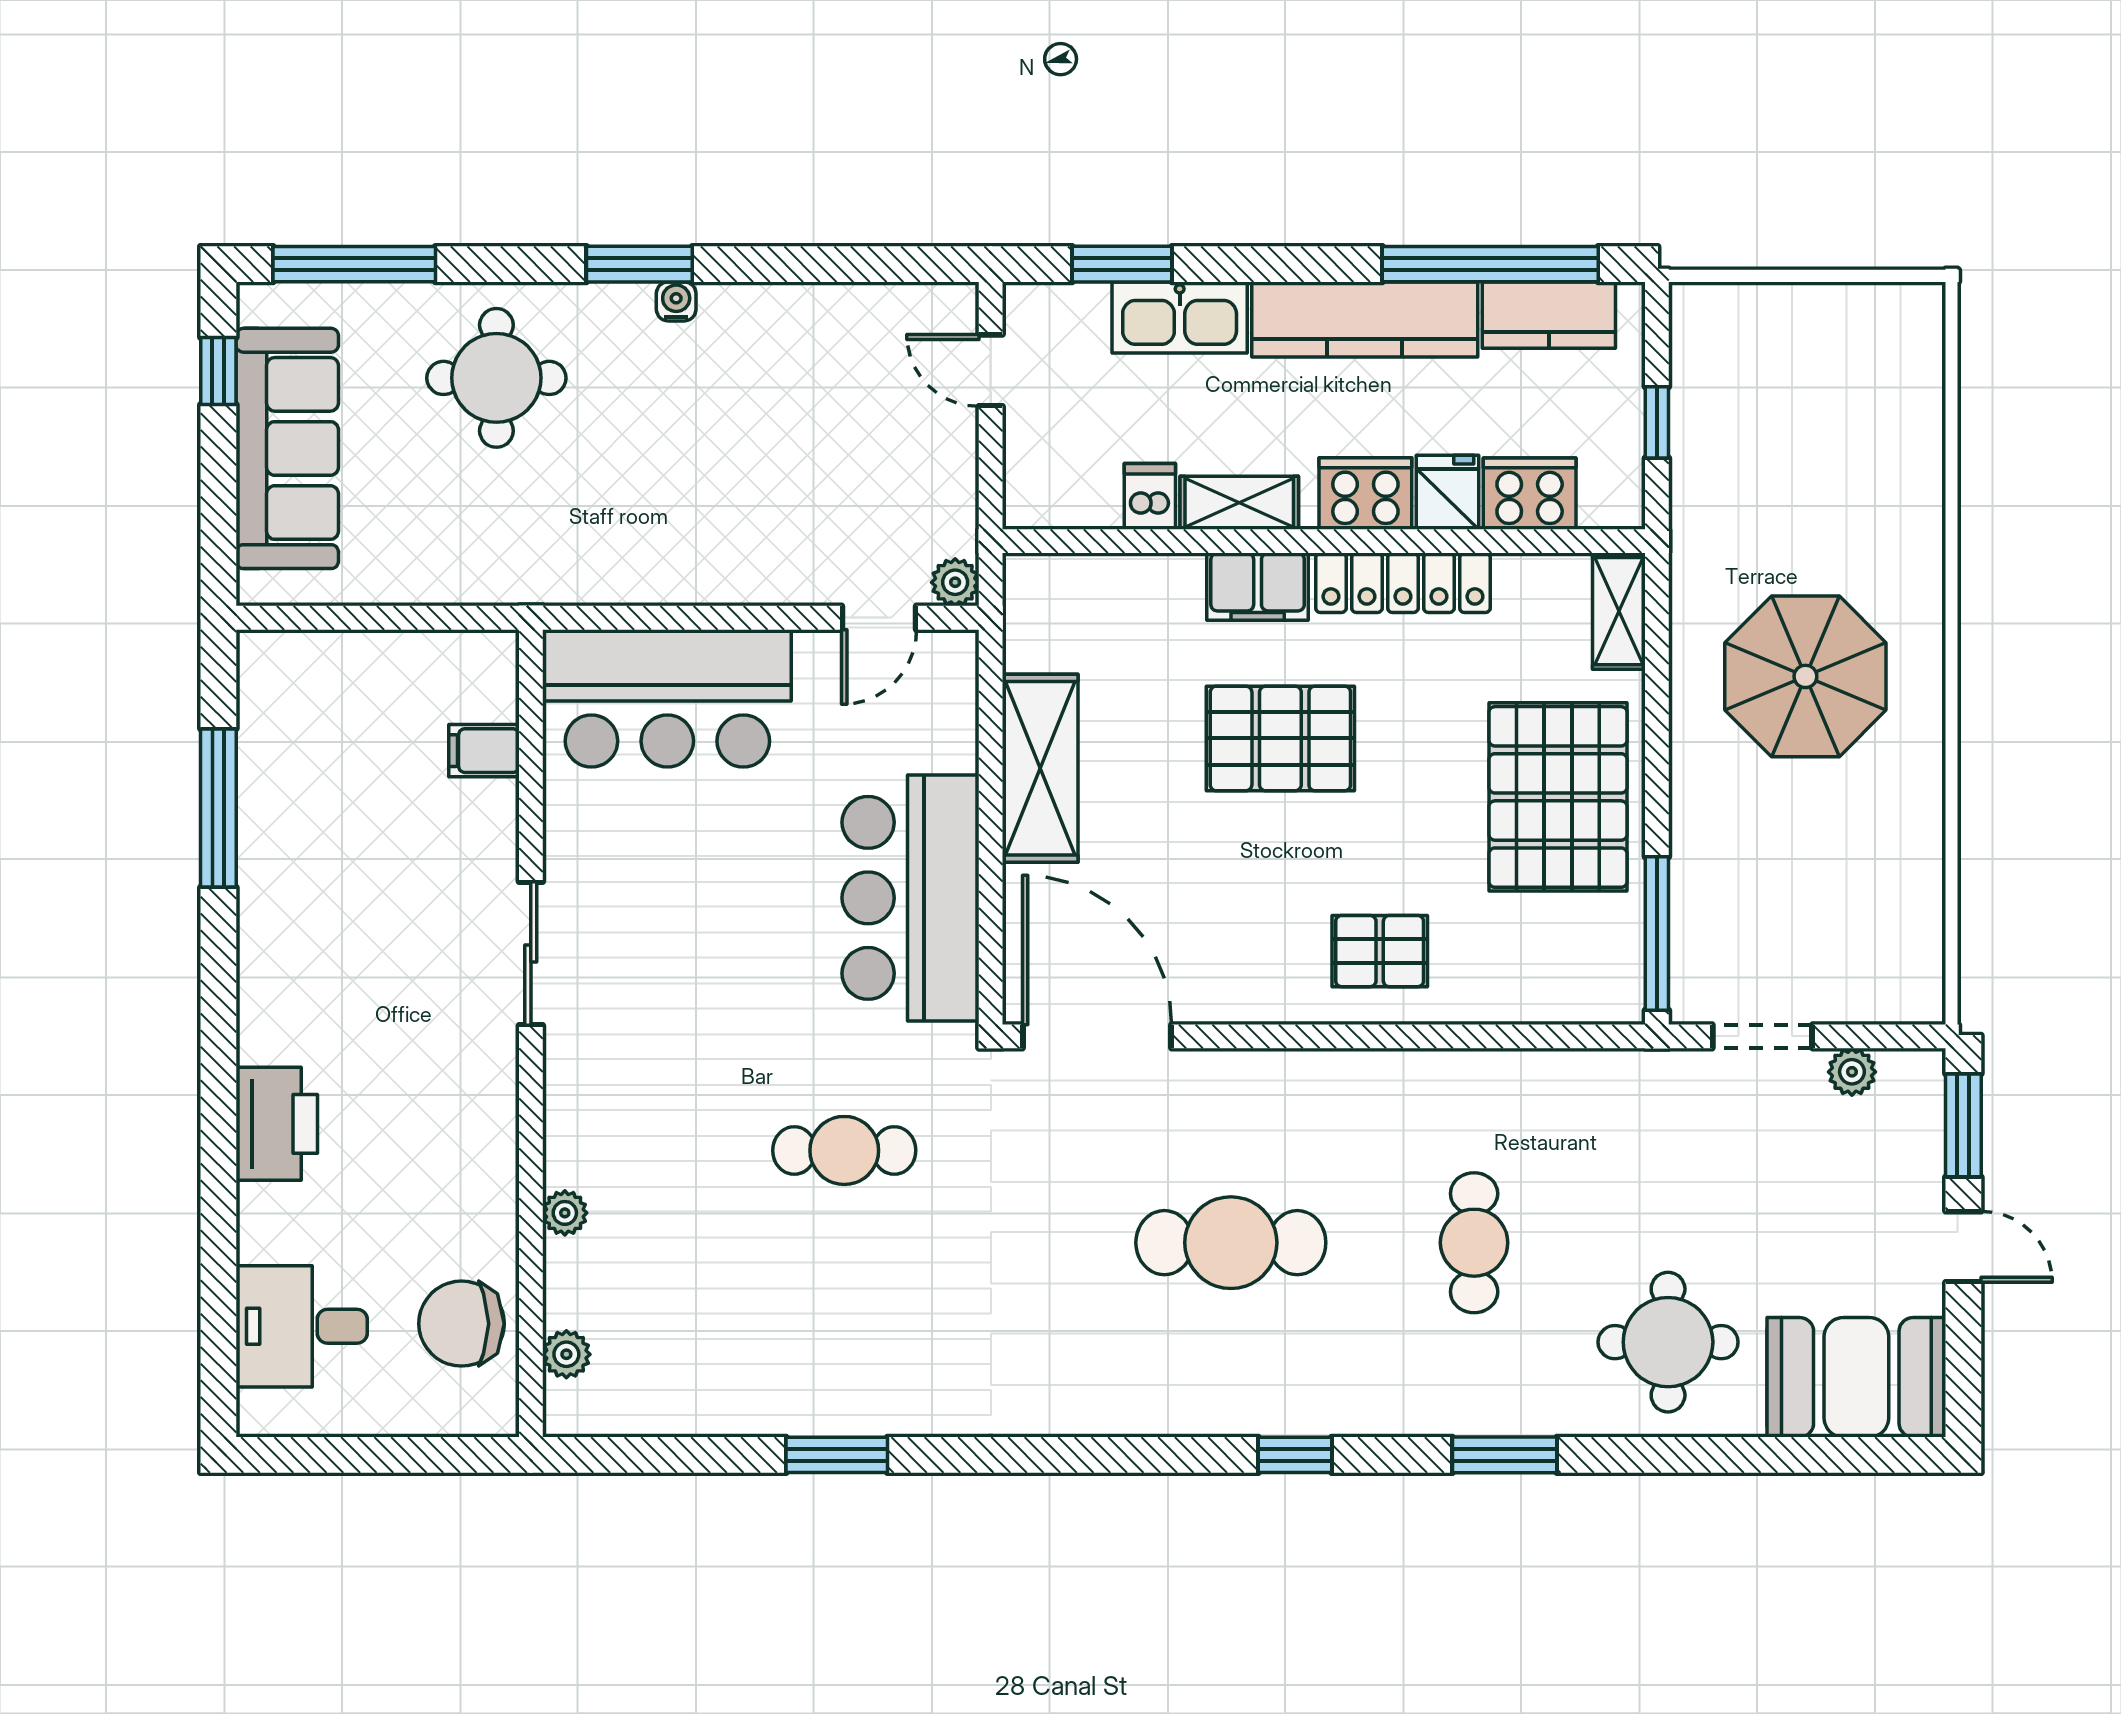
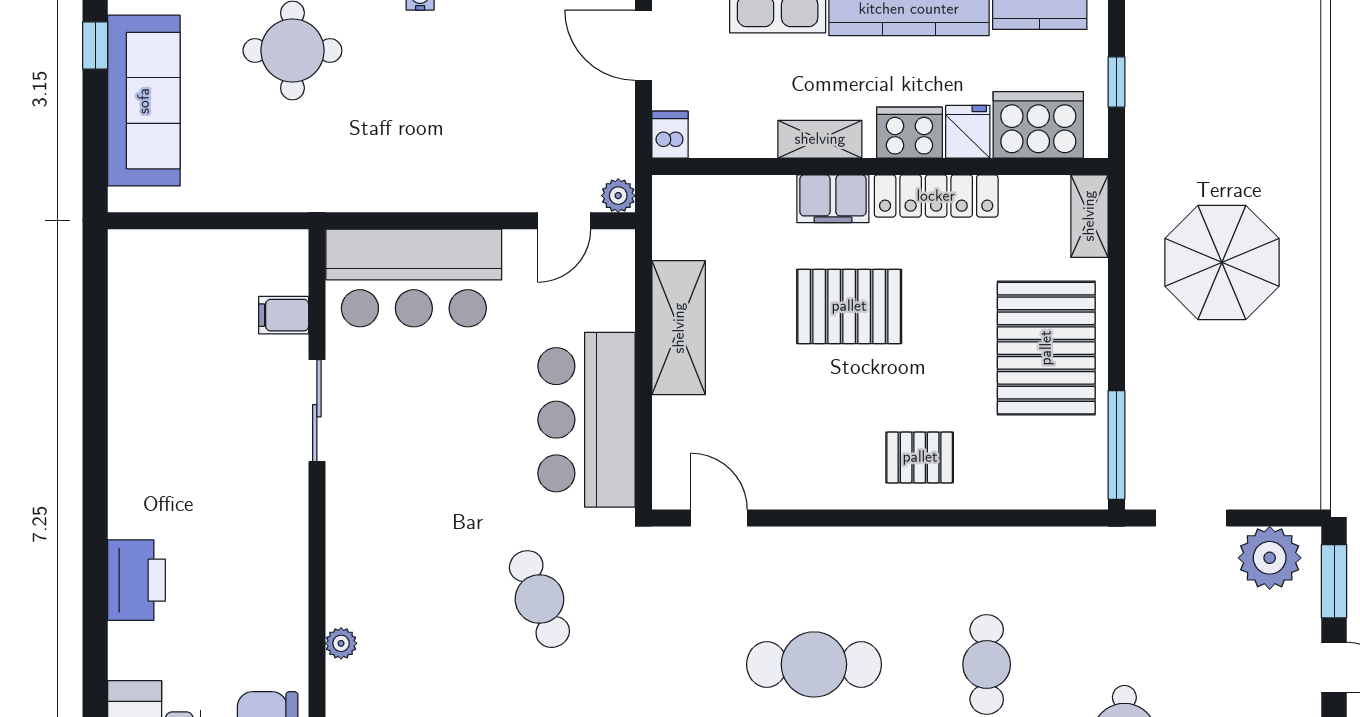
door: (991, 370) -> (643, 45), width x1.38
cooker: (1530, 494) -> (1038, 125), width x1.37, depth x1.31
dishwasher: (1150, 496) -> (670, 135), moved
window: (218, 808) -> (95, 356), removed
sliding door: (531, 953) -> (317, 411), moved
door: (1097, 1036) -> (719, 518), width x0.53
plant: (1852, 1072) -> (1270, 558), width x1.88, depth x1.88
cafe table: (844, 1150) -> (539, 599), turned 68

